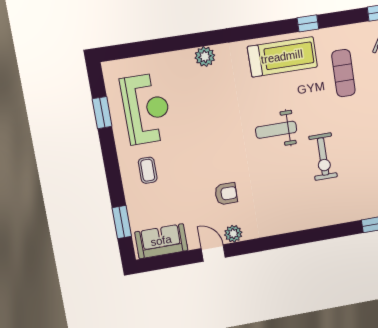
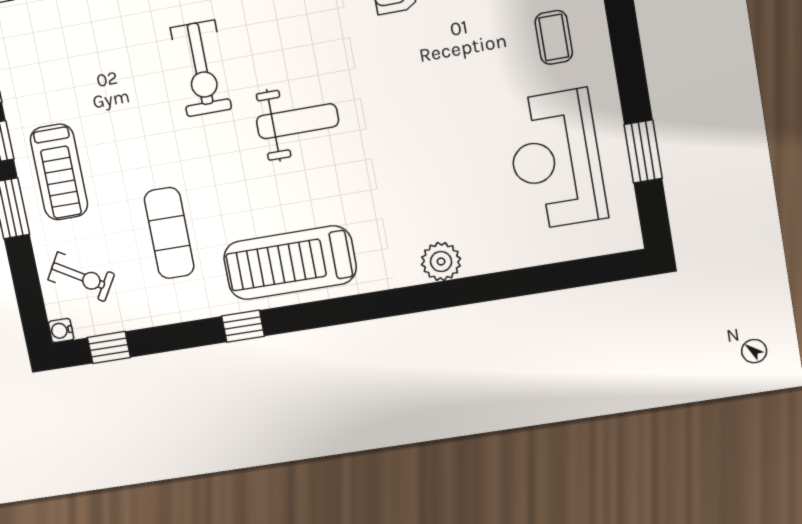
exercise bike: (323, 157) -> (201, 68), turned 180

